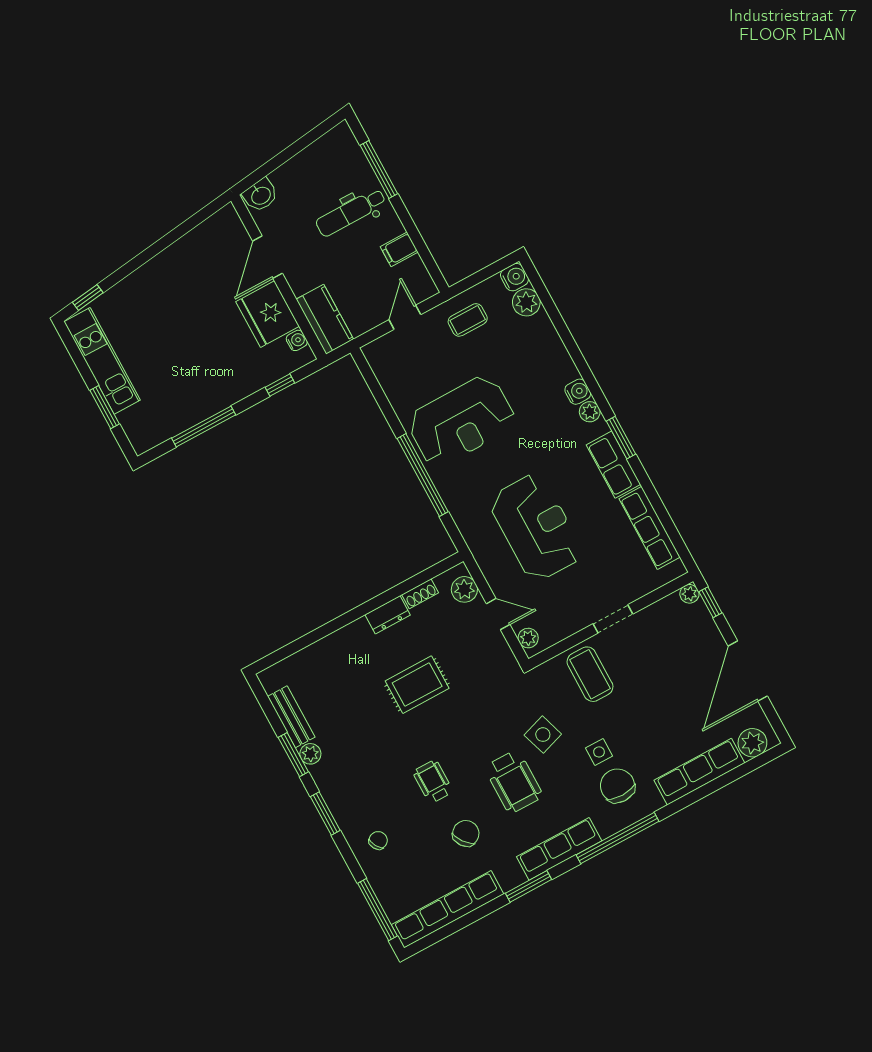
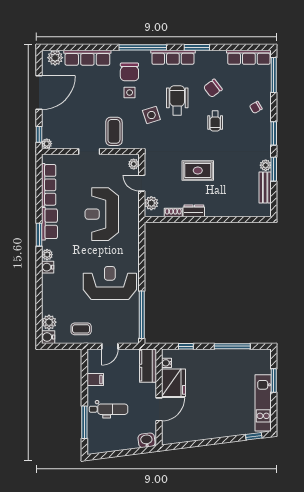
window: (423, 475) -> (142, 315), moved
row of seats: (448, 909) -> (249, 57), width x0.73

